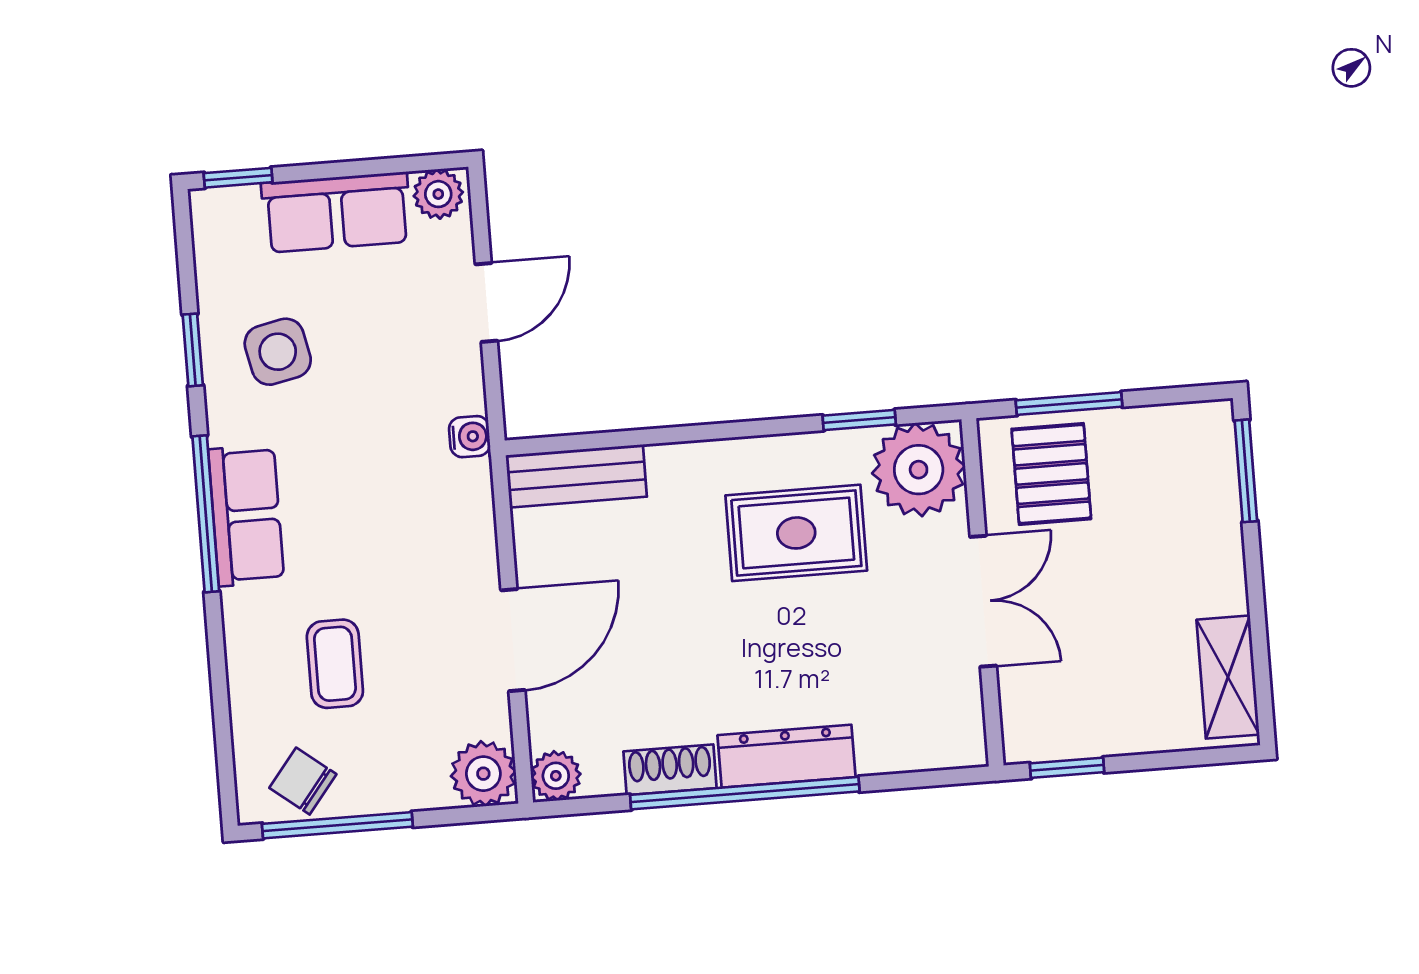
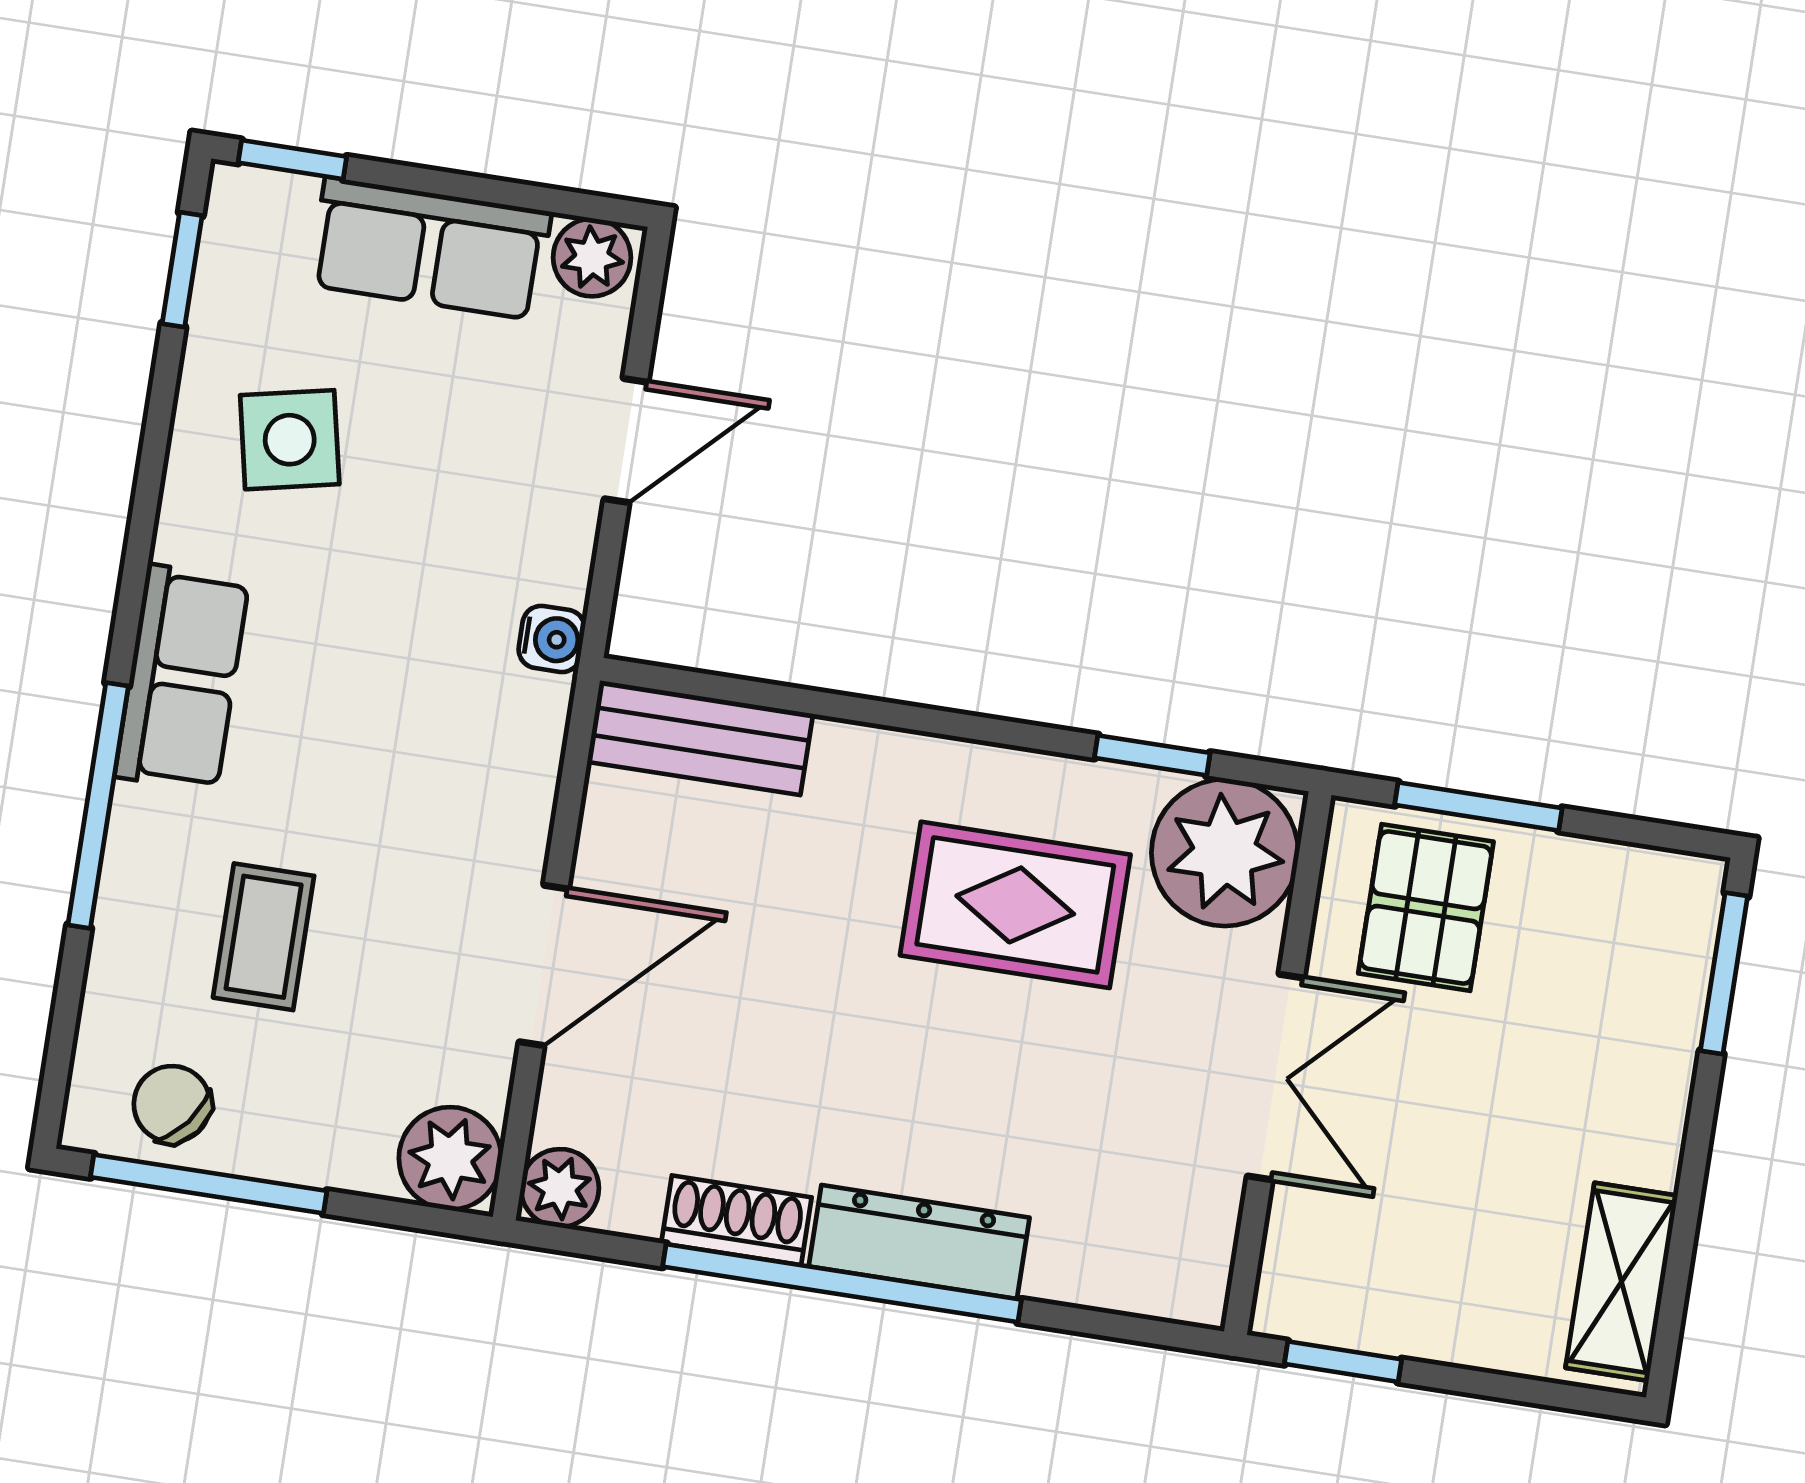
window: (193, 350) -> (182, 270), moved
window: (206, 514) -> (98, 805), moved

